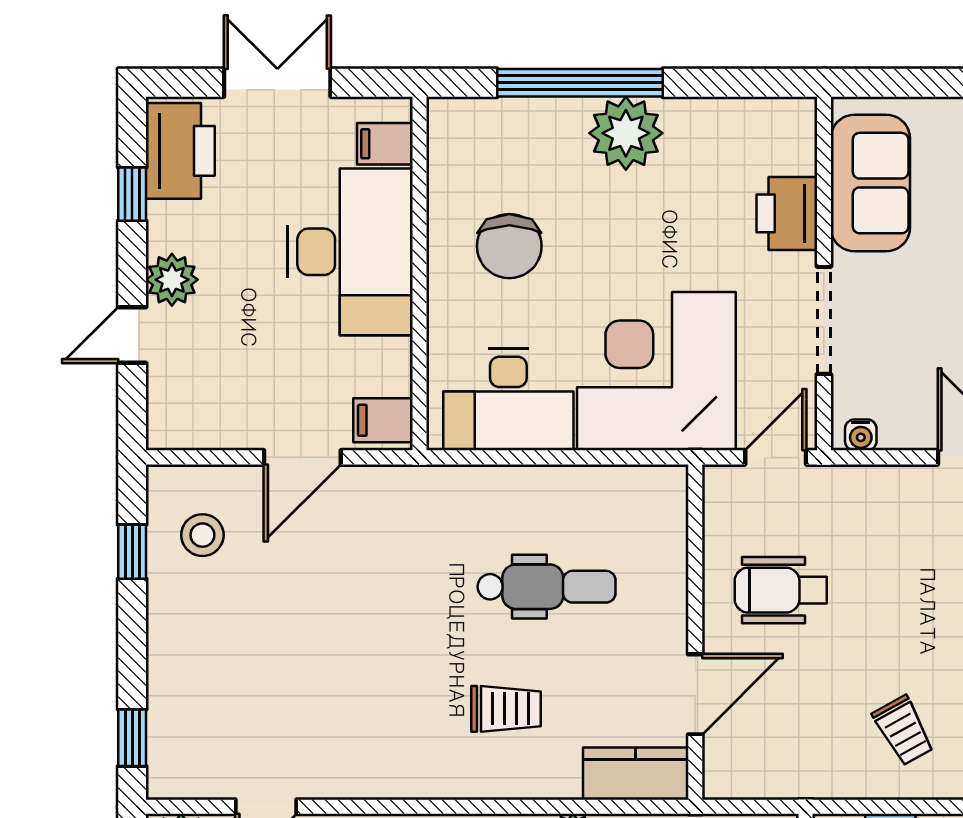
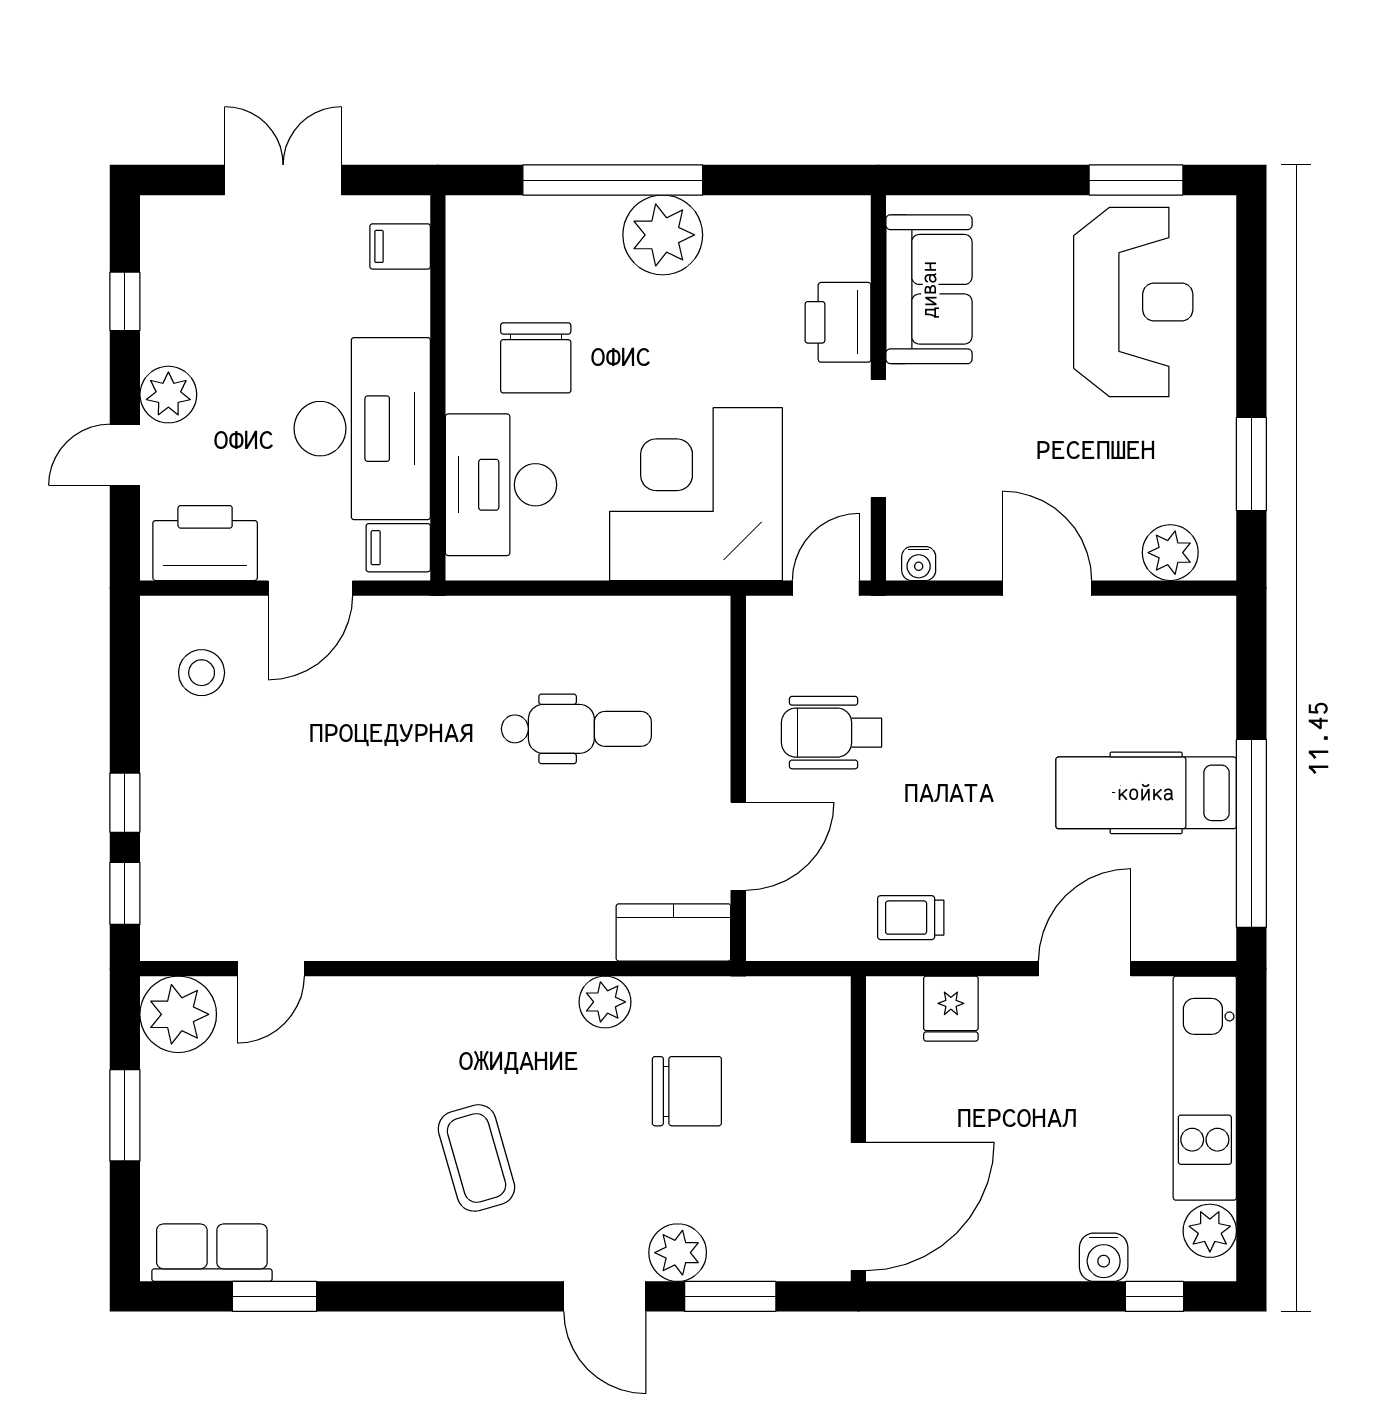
printer: (180, 151) -> (205, 543), moved, turned -90
desk: (350, 252) -> (362, 429), moved
desk: (508, 399) -> (501, 485), moved, turned 90
window: (132, 552) -> (125, 803), moved
trolley: (506, 709) -> (532, 862), removed
trolley: (903, 730) -> (911, 918), moved, turned 119

